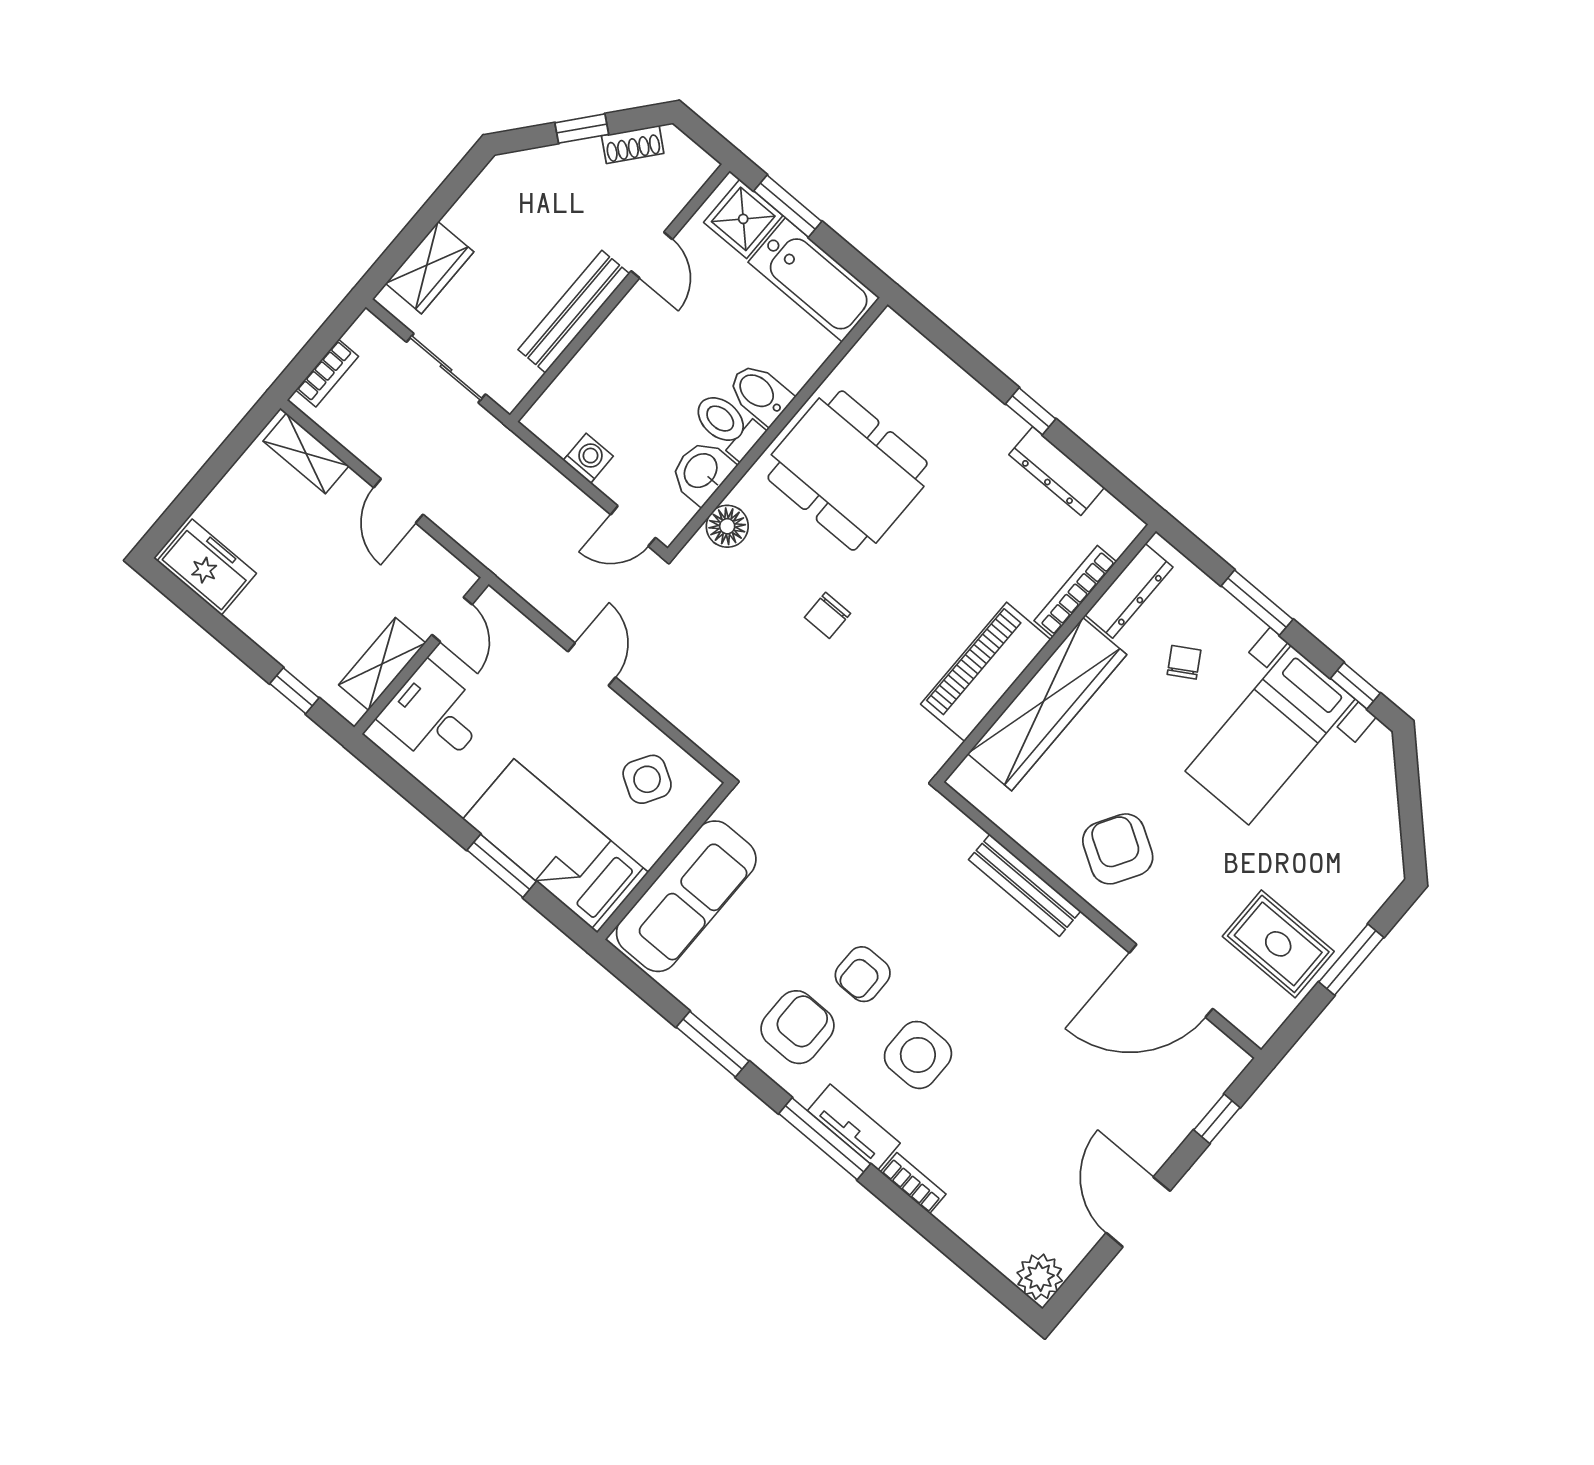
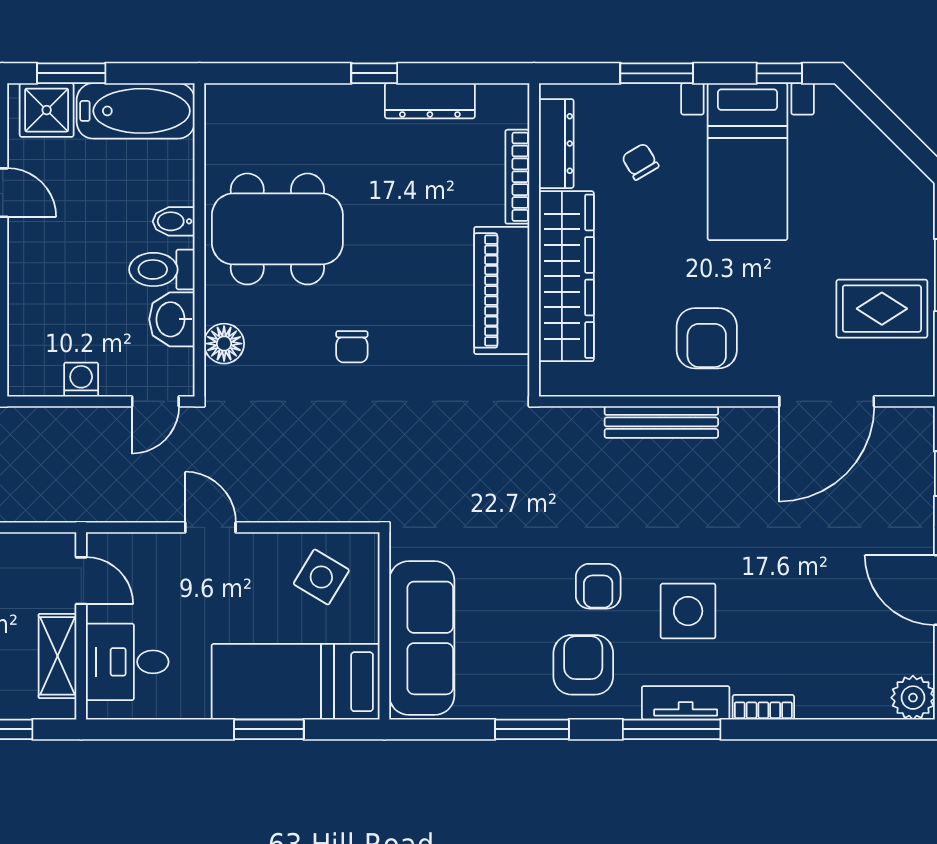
bidet: (760, 393) -> (174, 221), width x0.72, depth x0.74
armchair: (1118, 849) -> (707, 338), turned -121

